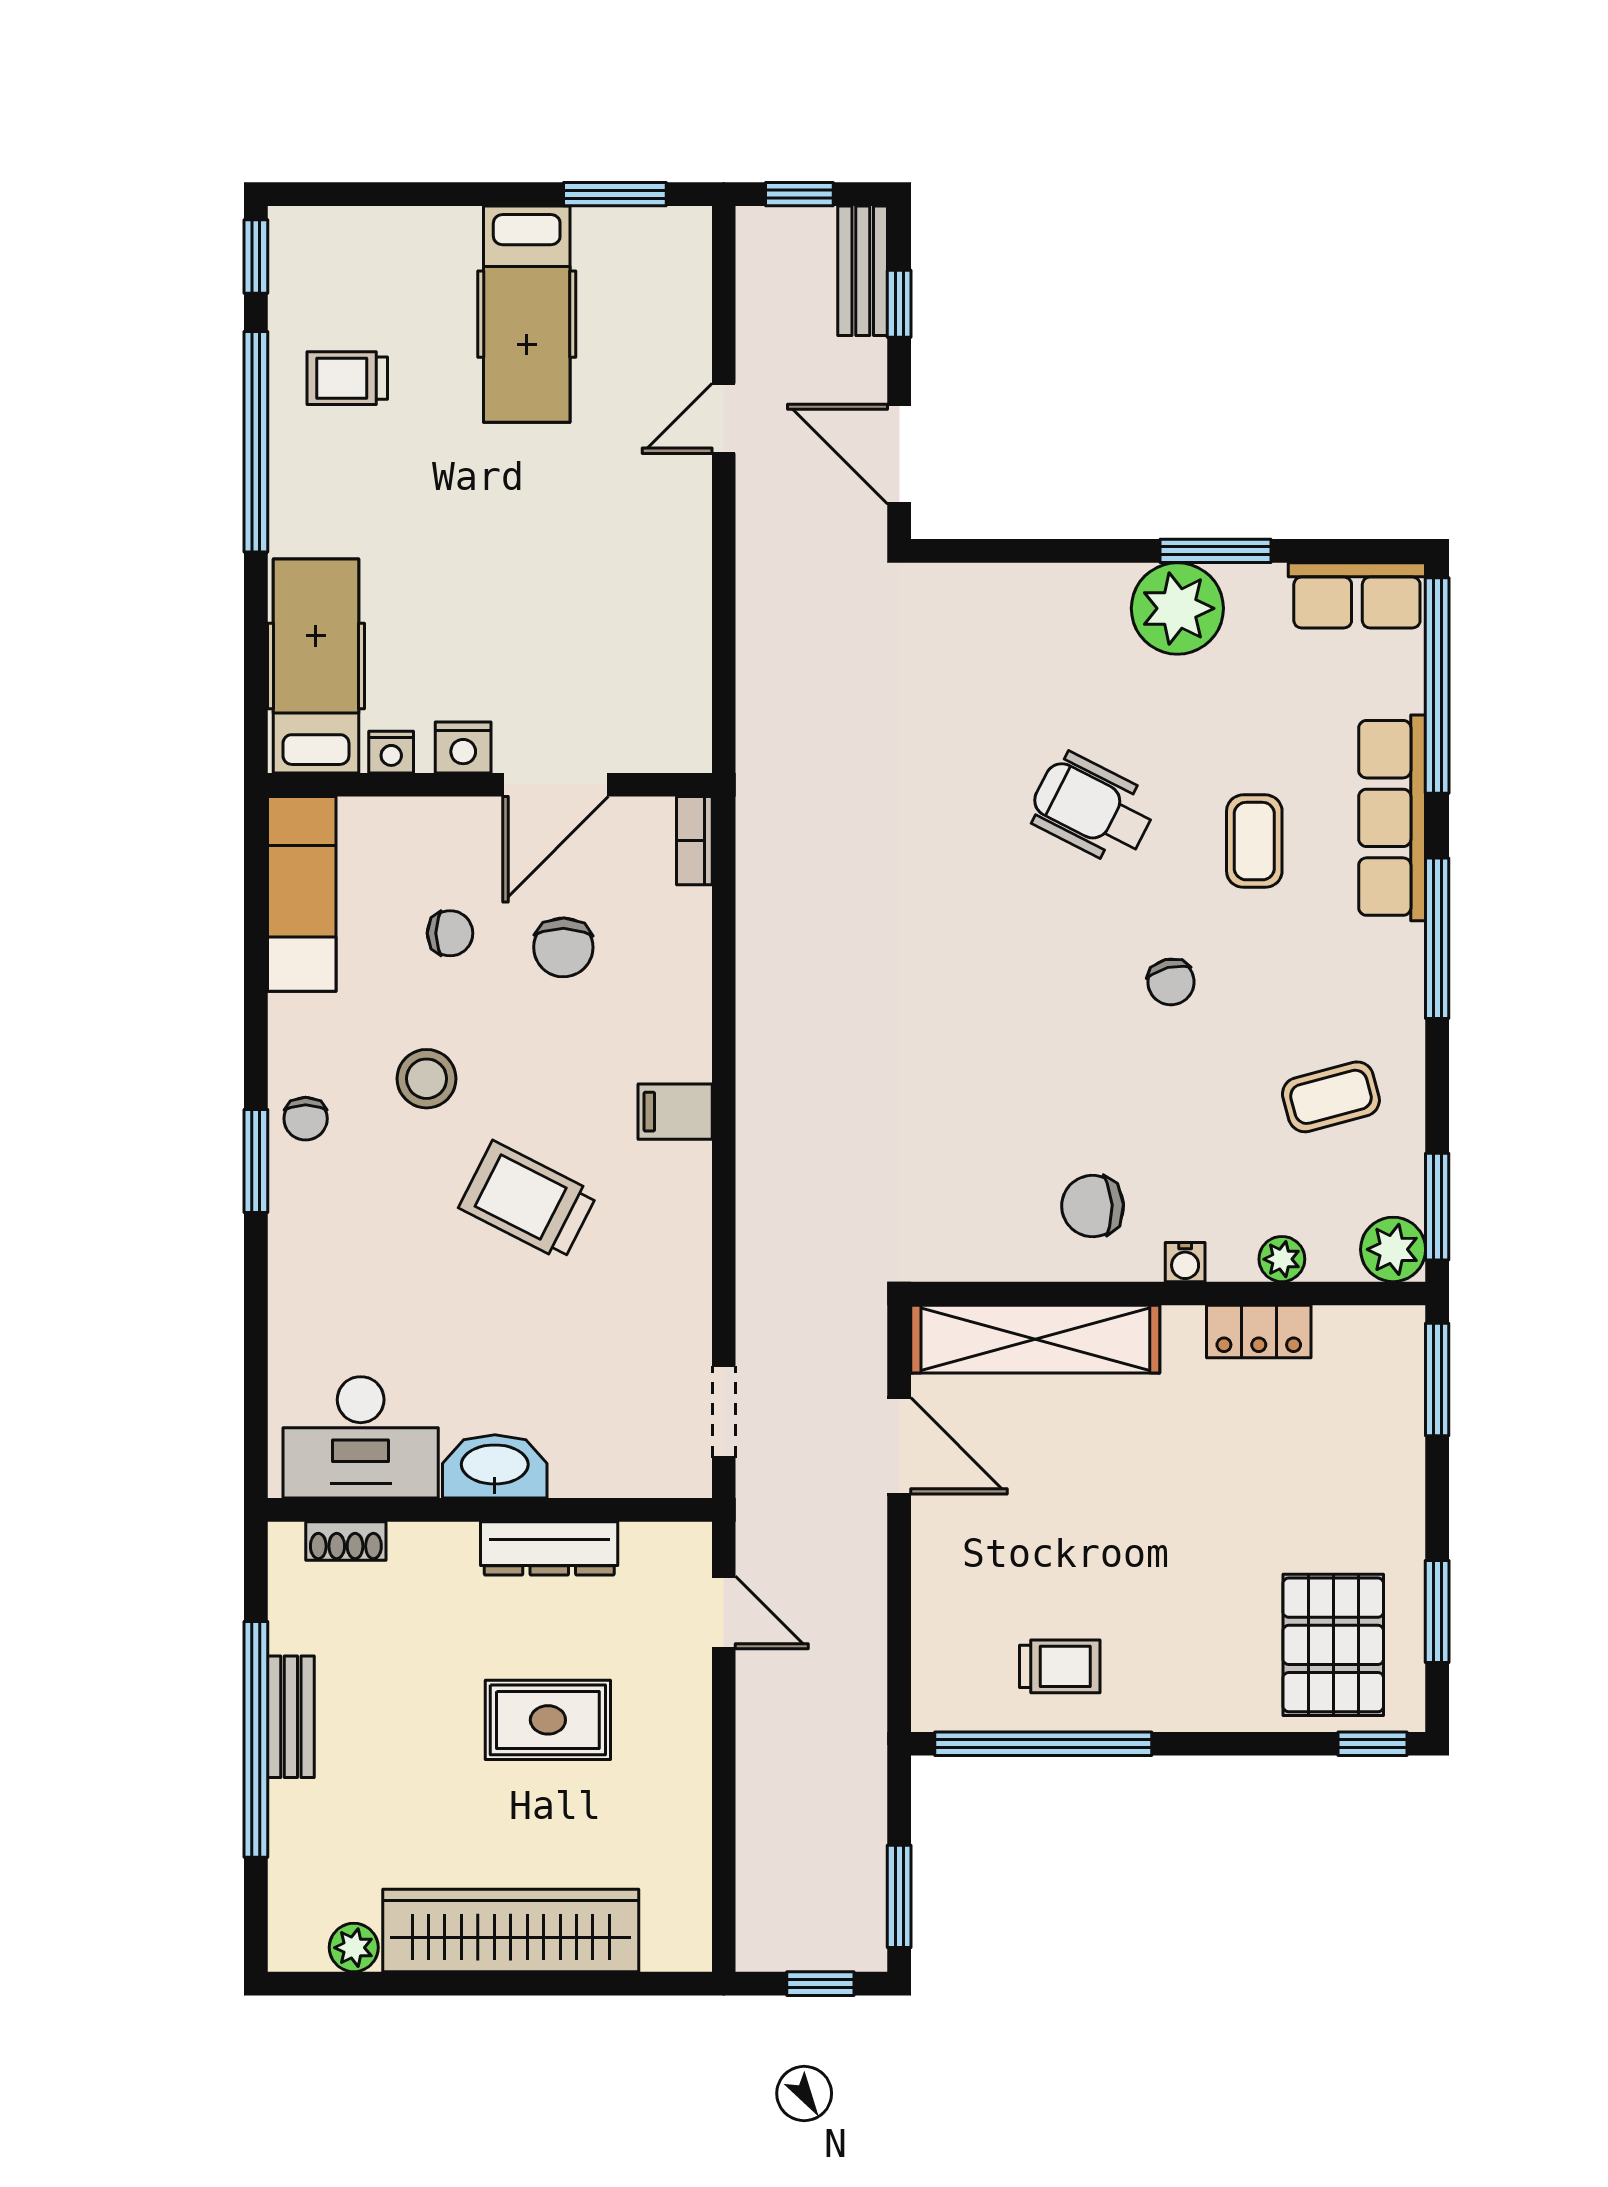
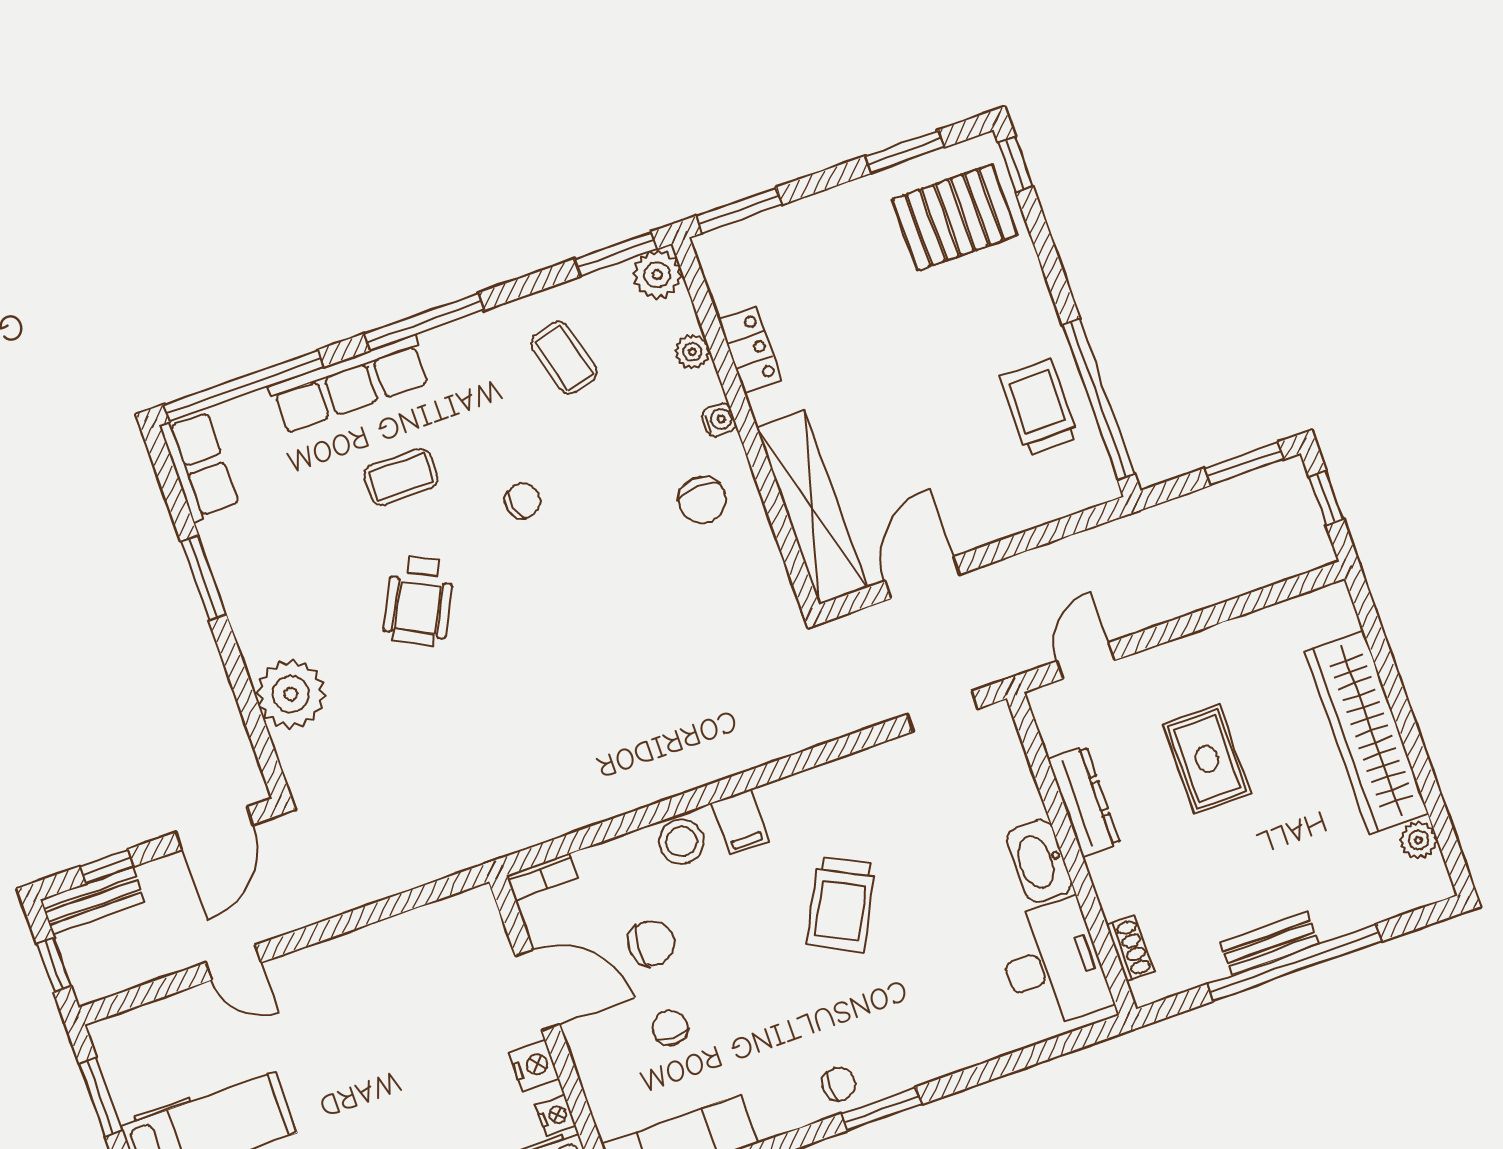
plant: (1177, 608) -> (291, 694), moved
stool: (427, 1079) -> (681, 842), moved
trolley: (1060, 1666) -> (1039, 407), width x1.36, depth x1.39

